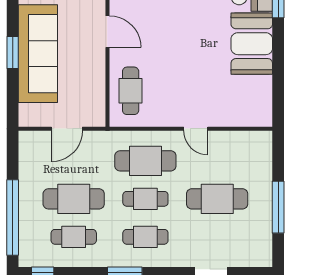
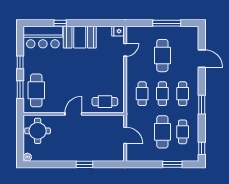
sofa: (38, 54) -> (85, 151), removed
fridge: (263, 115) -> (118, 31), added
door: (196, 129) -> (125, 50), moved
cafe table: (145, 161) -> (142, 94), width x0.73, depth x0.74
window: (13, 218) -> (172, 164), width x0.47

